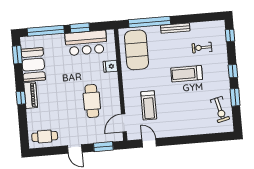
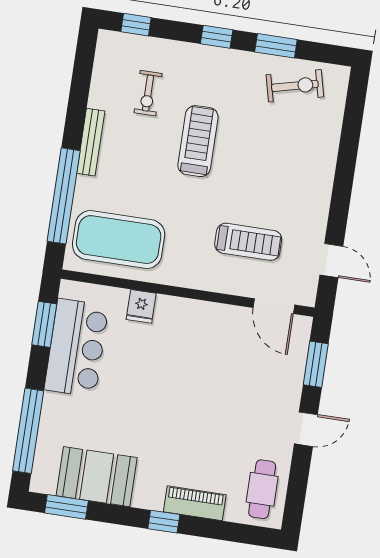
window: (80, 28) -> (44, 324), moved
treadmill: (187, 74) -> (198, 141), turned 180
piano: (31, 95) -> (195, 503), moved
cafe table: (92, 101) -> (208, 366), removed
door: (149, 143) -> (331, 261), swing flipped

